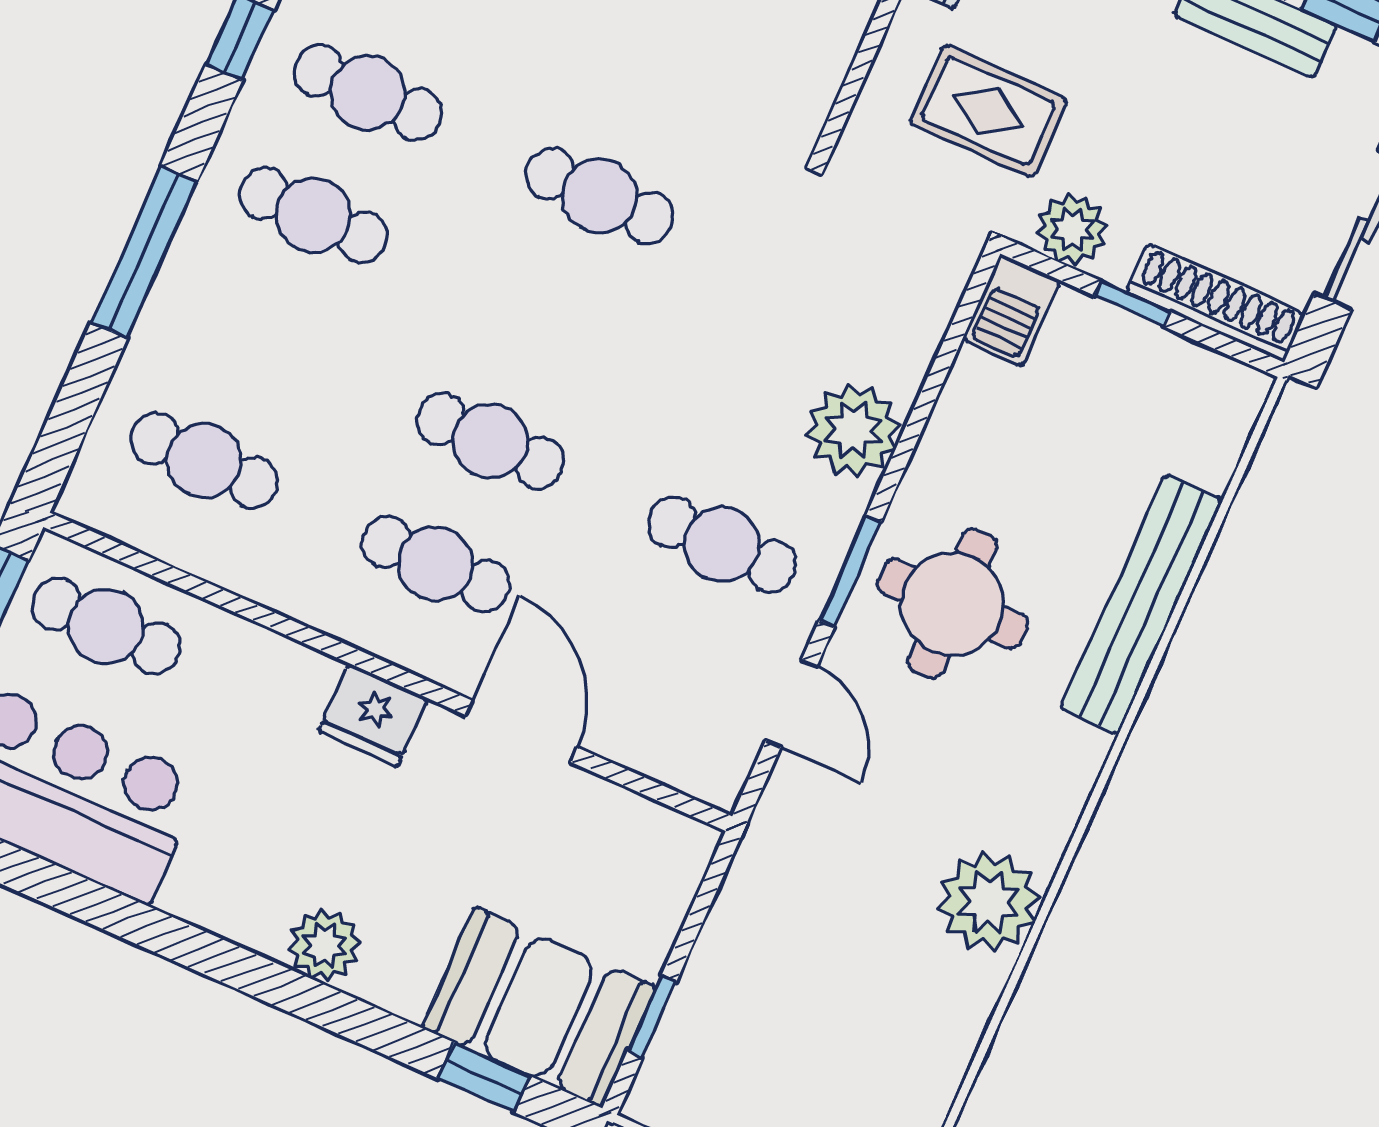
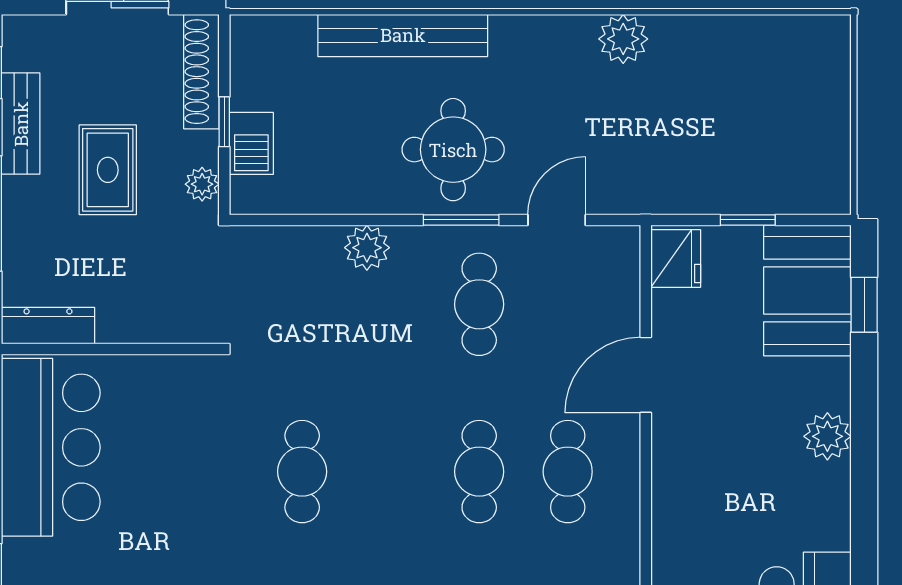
rug: (989, 111) -> (108, 170), moved
plant: (1072, 230) -> (202, 184), width x0.73, depth x0.73
barbecue: (1012, 310) -> (251, 143), moved, turned 90
plant: (853, 430) -> (367, 248), width x0.73, depth x0.73
fridge: (373, 715) -> (676, 259), moved
plant: (988, 902) -> (623, 39), width x0.73, depth x0.73
window: (652, 1016) -> (748, 220), moved

